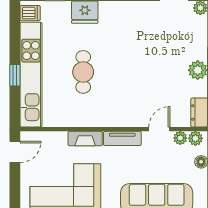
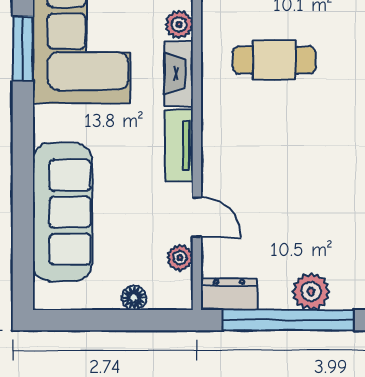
cafe table: (83, 72) -> (274, 60), moved
plant: (195, 138) -> (179, 24), moved

